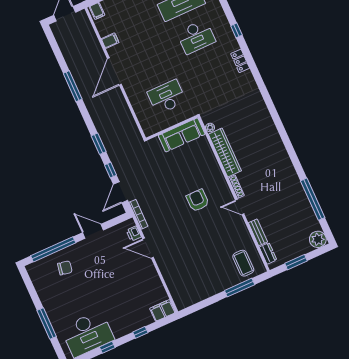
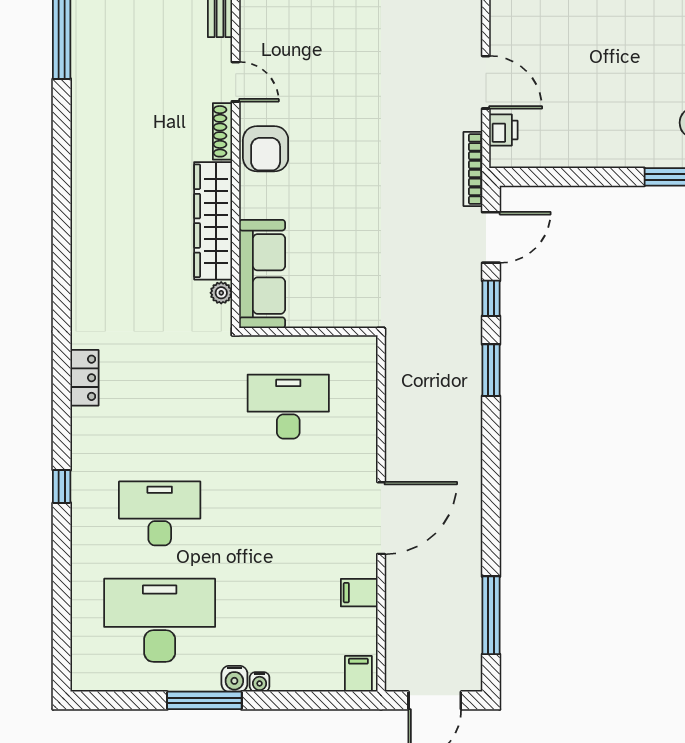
locker: (240, 61) -> (84, 378), moved
window: (73, 86) -> (491, 615), moved
desk: (167, 97) -> (288, 407), turned 180
sofa: (182, 135) -> (262, 274), moved, turned 90
armchair: (198, 200) -> (266, 149), moved
door: (93, 231) -> (594, 177), removed

